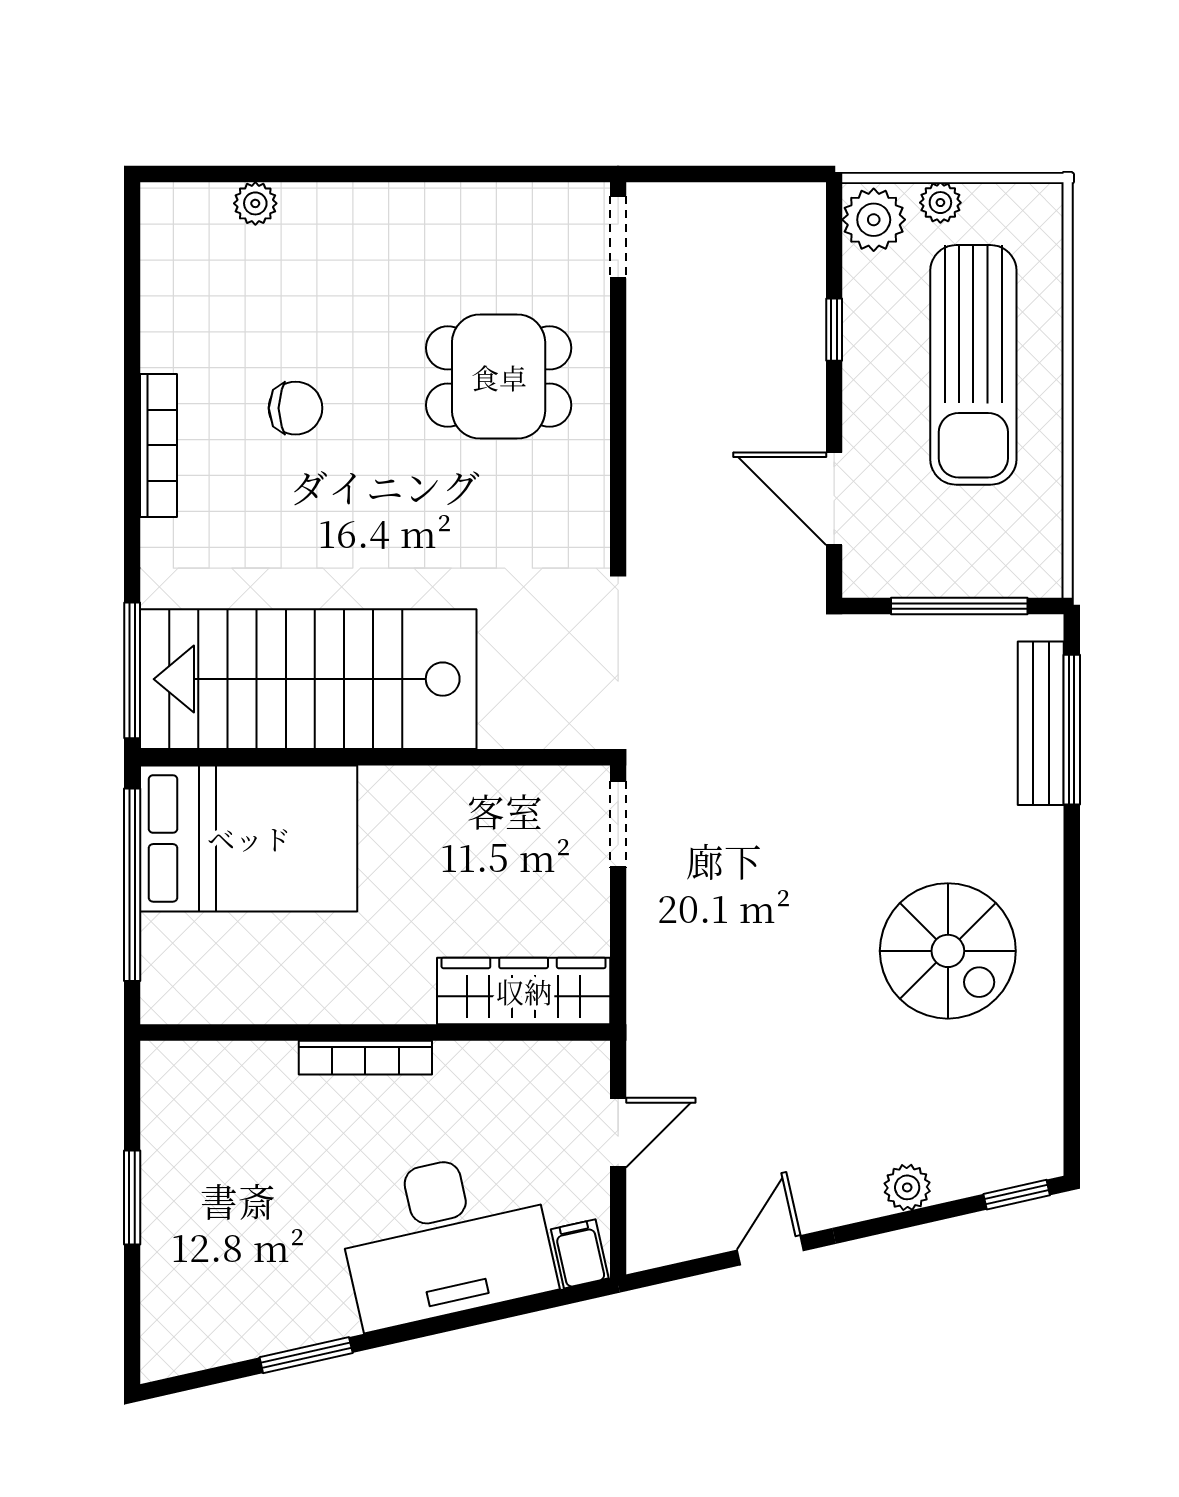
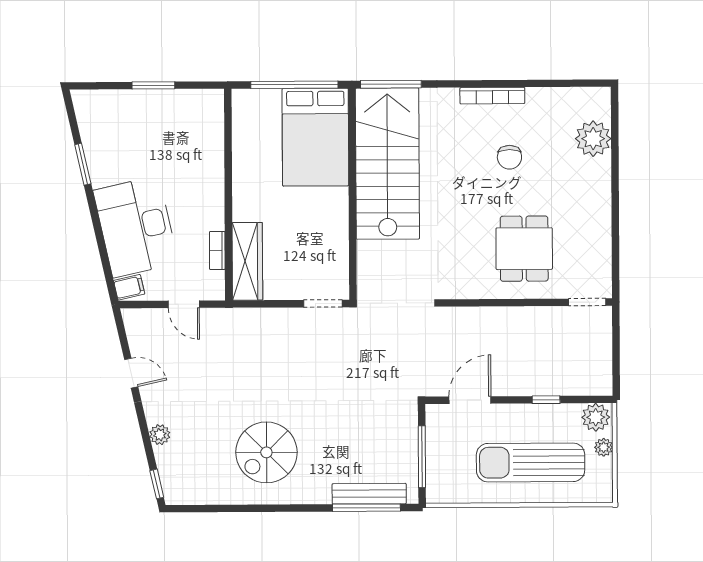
plant: (255, 203) -> (593, 139), width x1.88, depth x1.88
bookcase: (365, 1058) -> (217, 250), moved, width x0.64

